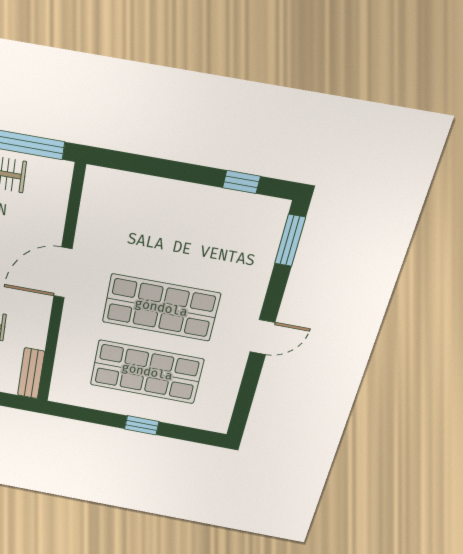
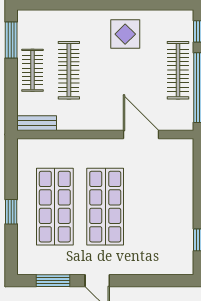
window: (290, 241) -> (53, 281), moved
door: (63, 273) -> (141, 135), moved

